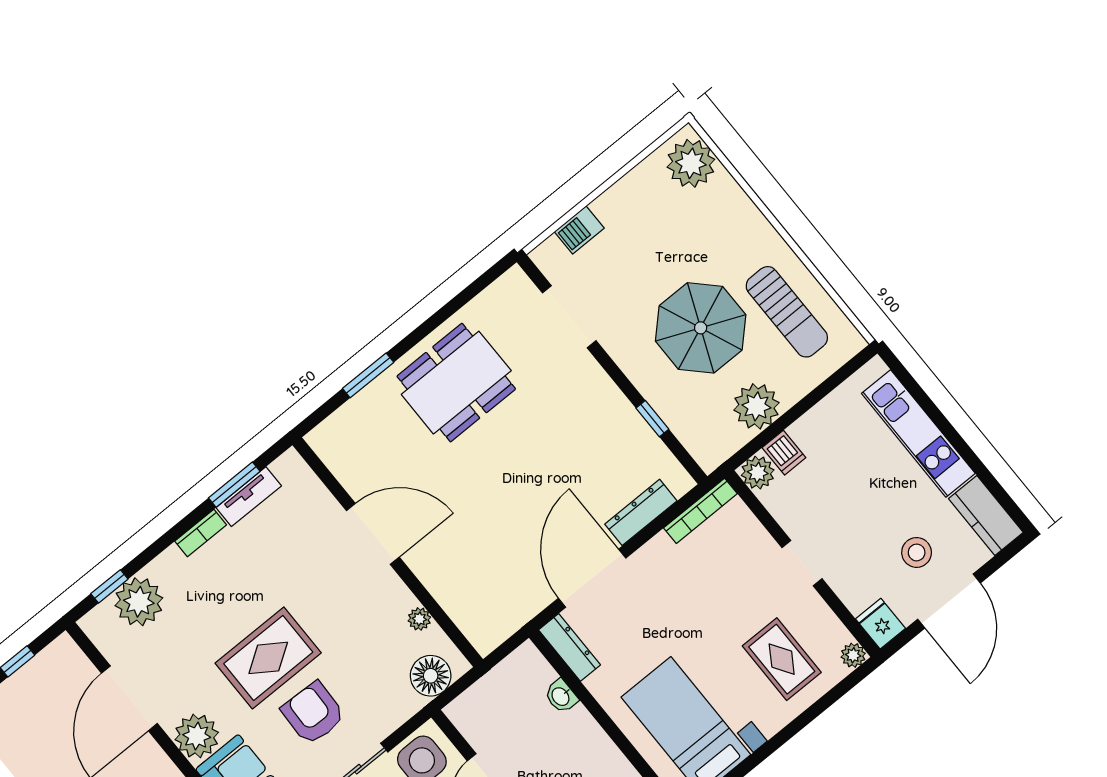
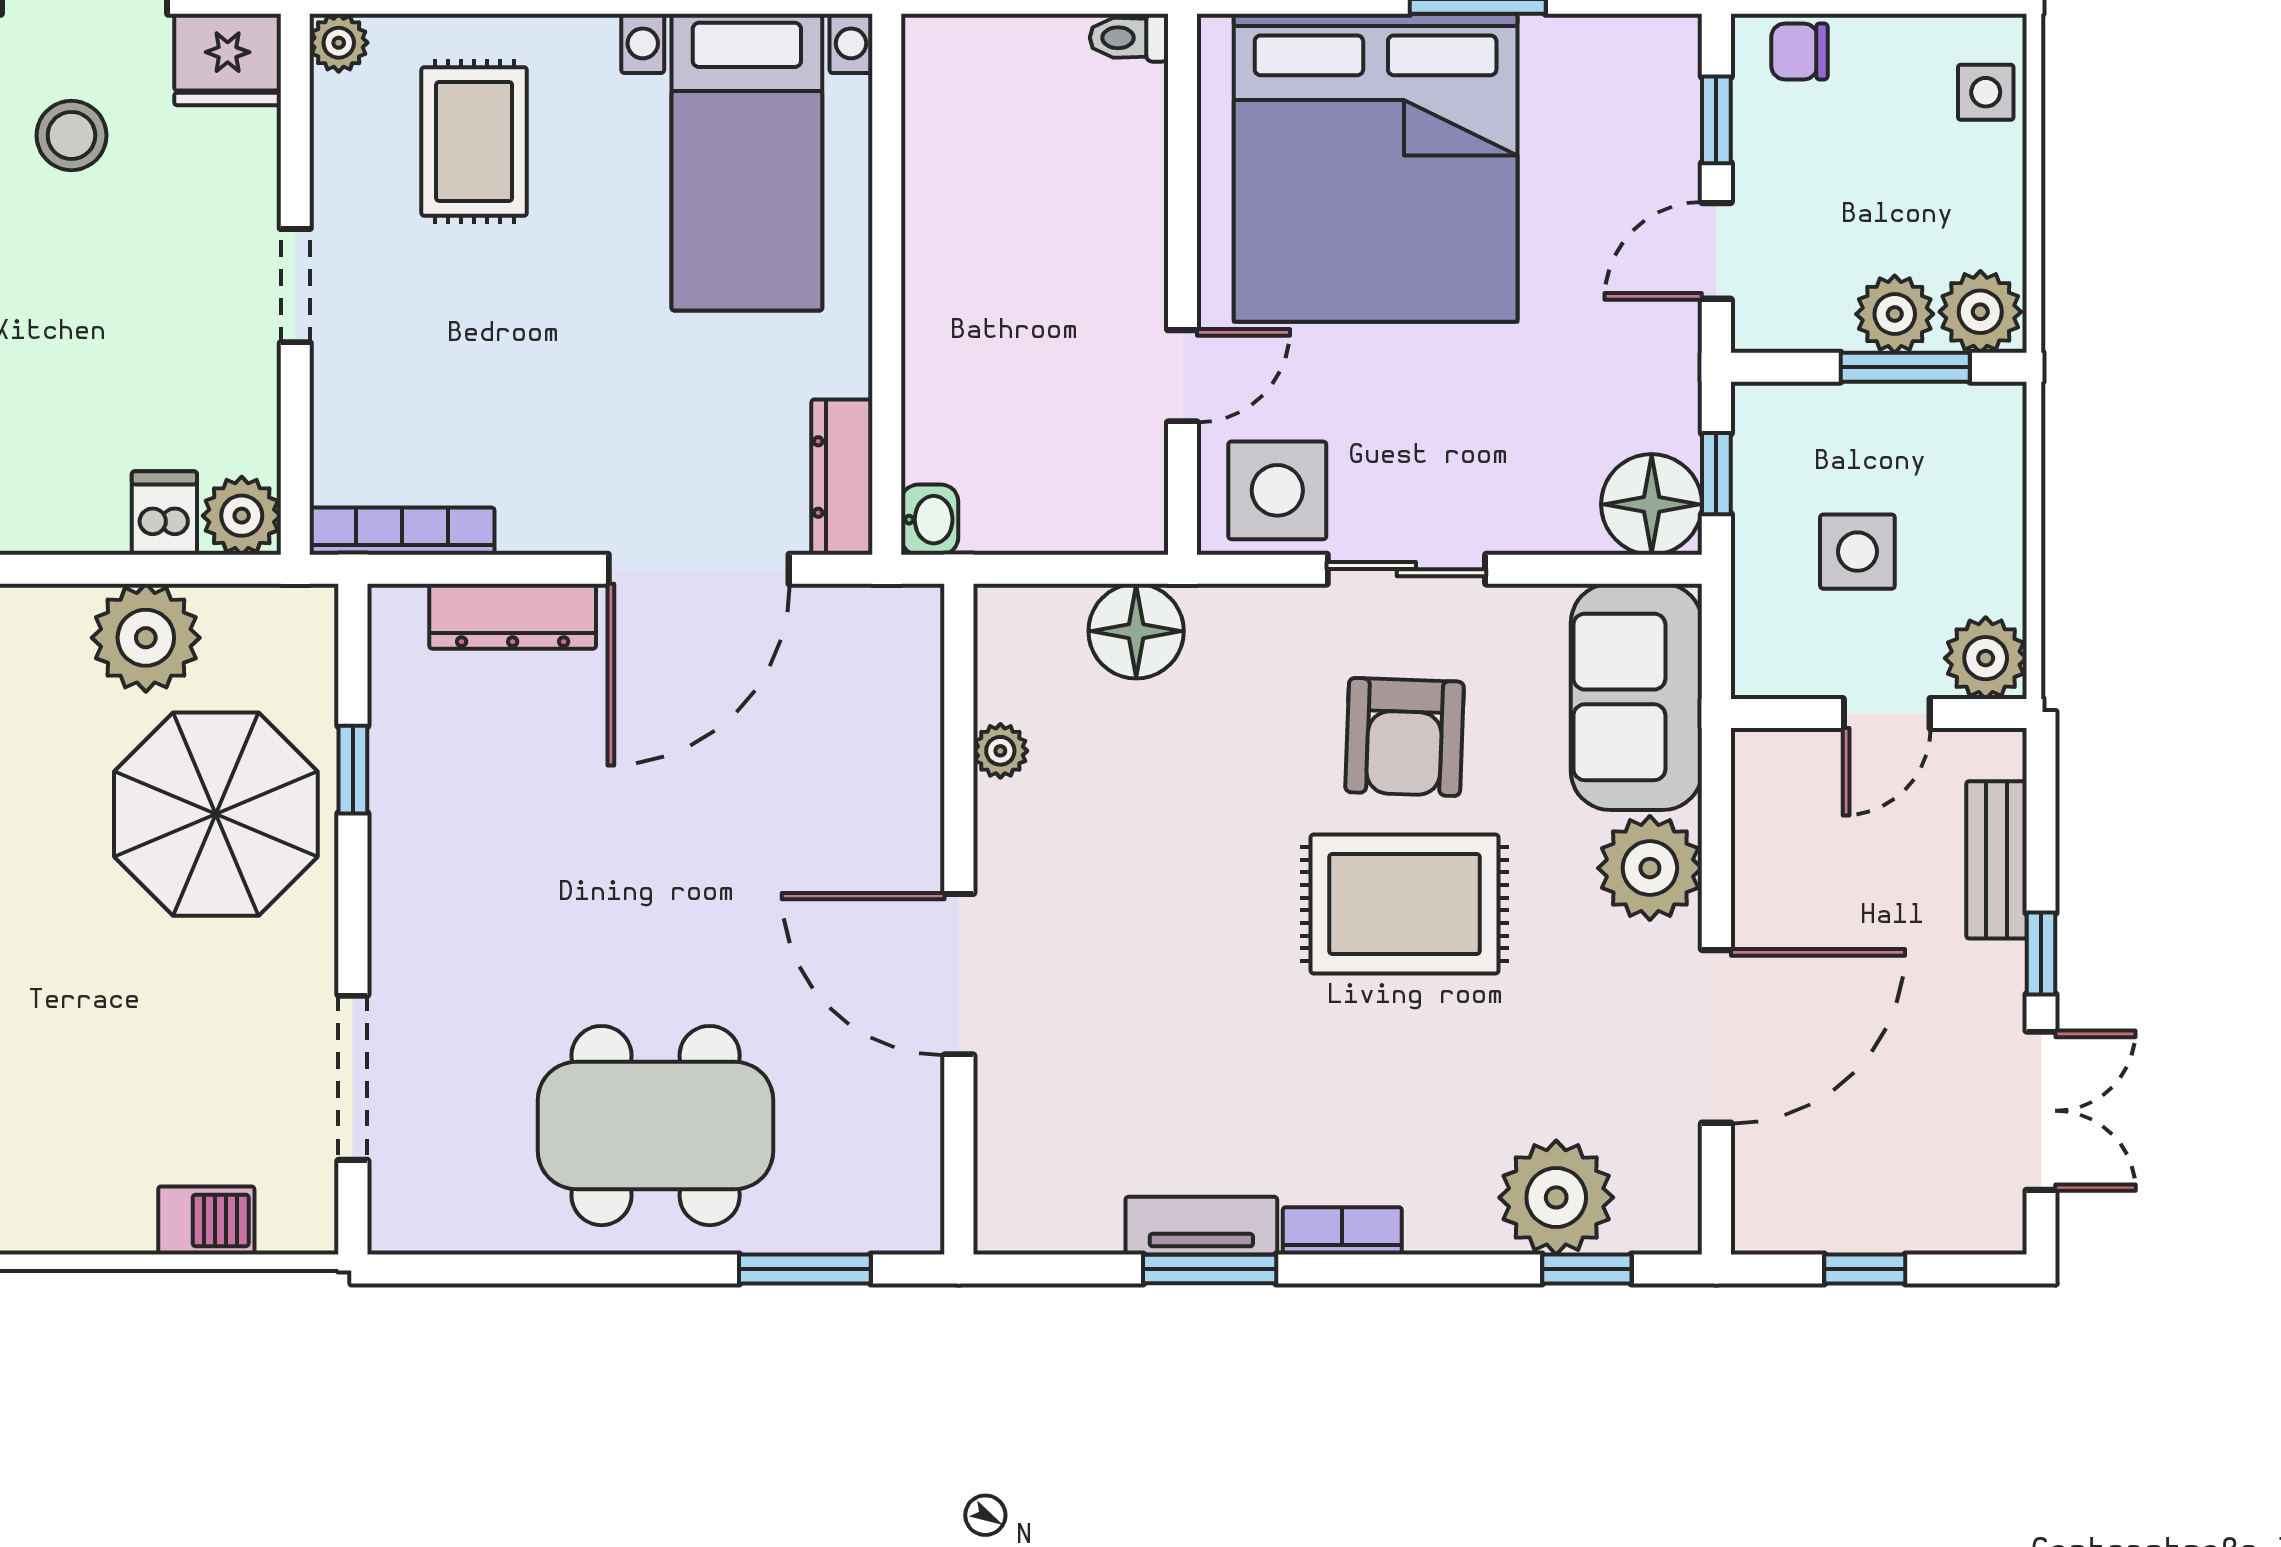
parasol: (701, 328) -> (216, 814), moved
door: (373, 534) -> (959, 974), moved
wall: (388, 552) -> (959, 919), moved
plant: (419, 619) -> (1000, 751), moved
fridge: (881, 624) -> (228, 60), width x1.38
washbasin: (561, 696) -> (930, 520), moved

